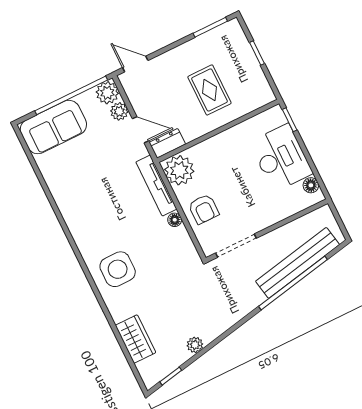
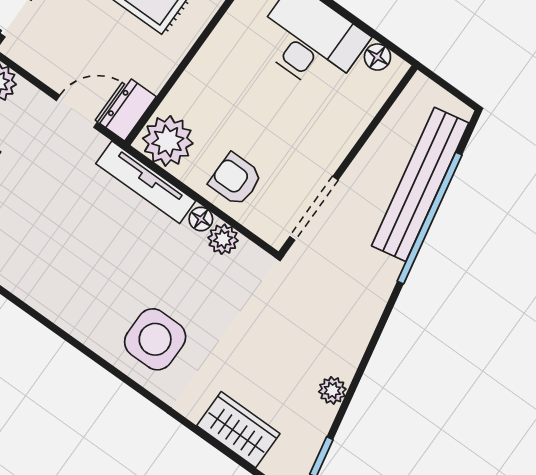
plant: (119, 111) -> (223, 239), moved
armchair: (204, 209) -> (236, 179), turned 180

